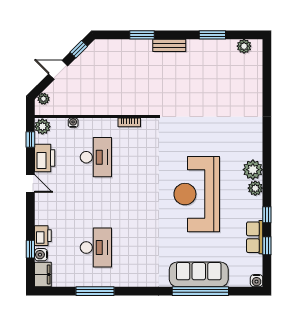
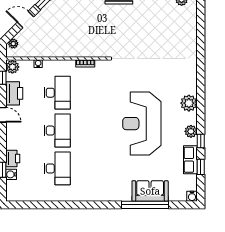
plant: (255, 188) -> (191, 131), moved
desk: (96, 202) -> (57, 131), added
filing cabinet: (43, 274) -> (13, 191), removed
sofa: (199, 274) -> (150, 191), width x0.73
window: (95, 291) -> (56, 205), removed

